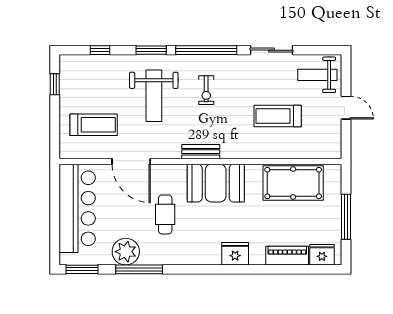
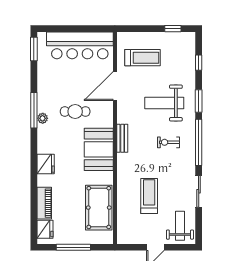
treadmill: (94, 125) -> (142, 58), turned -90
plant: (126, 252) -> (43, 118), moved, width x0.53, depth x0.53
window: (139, 269) -> (34, 110), moved

